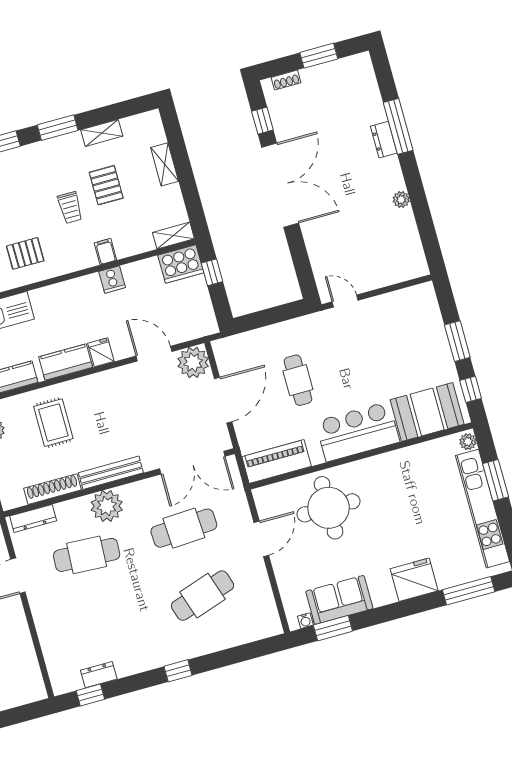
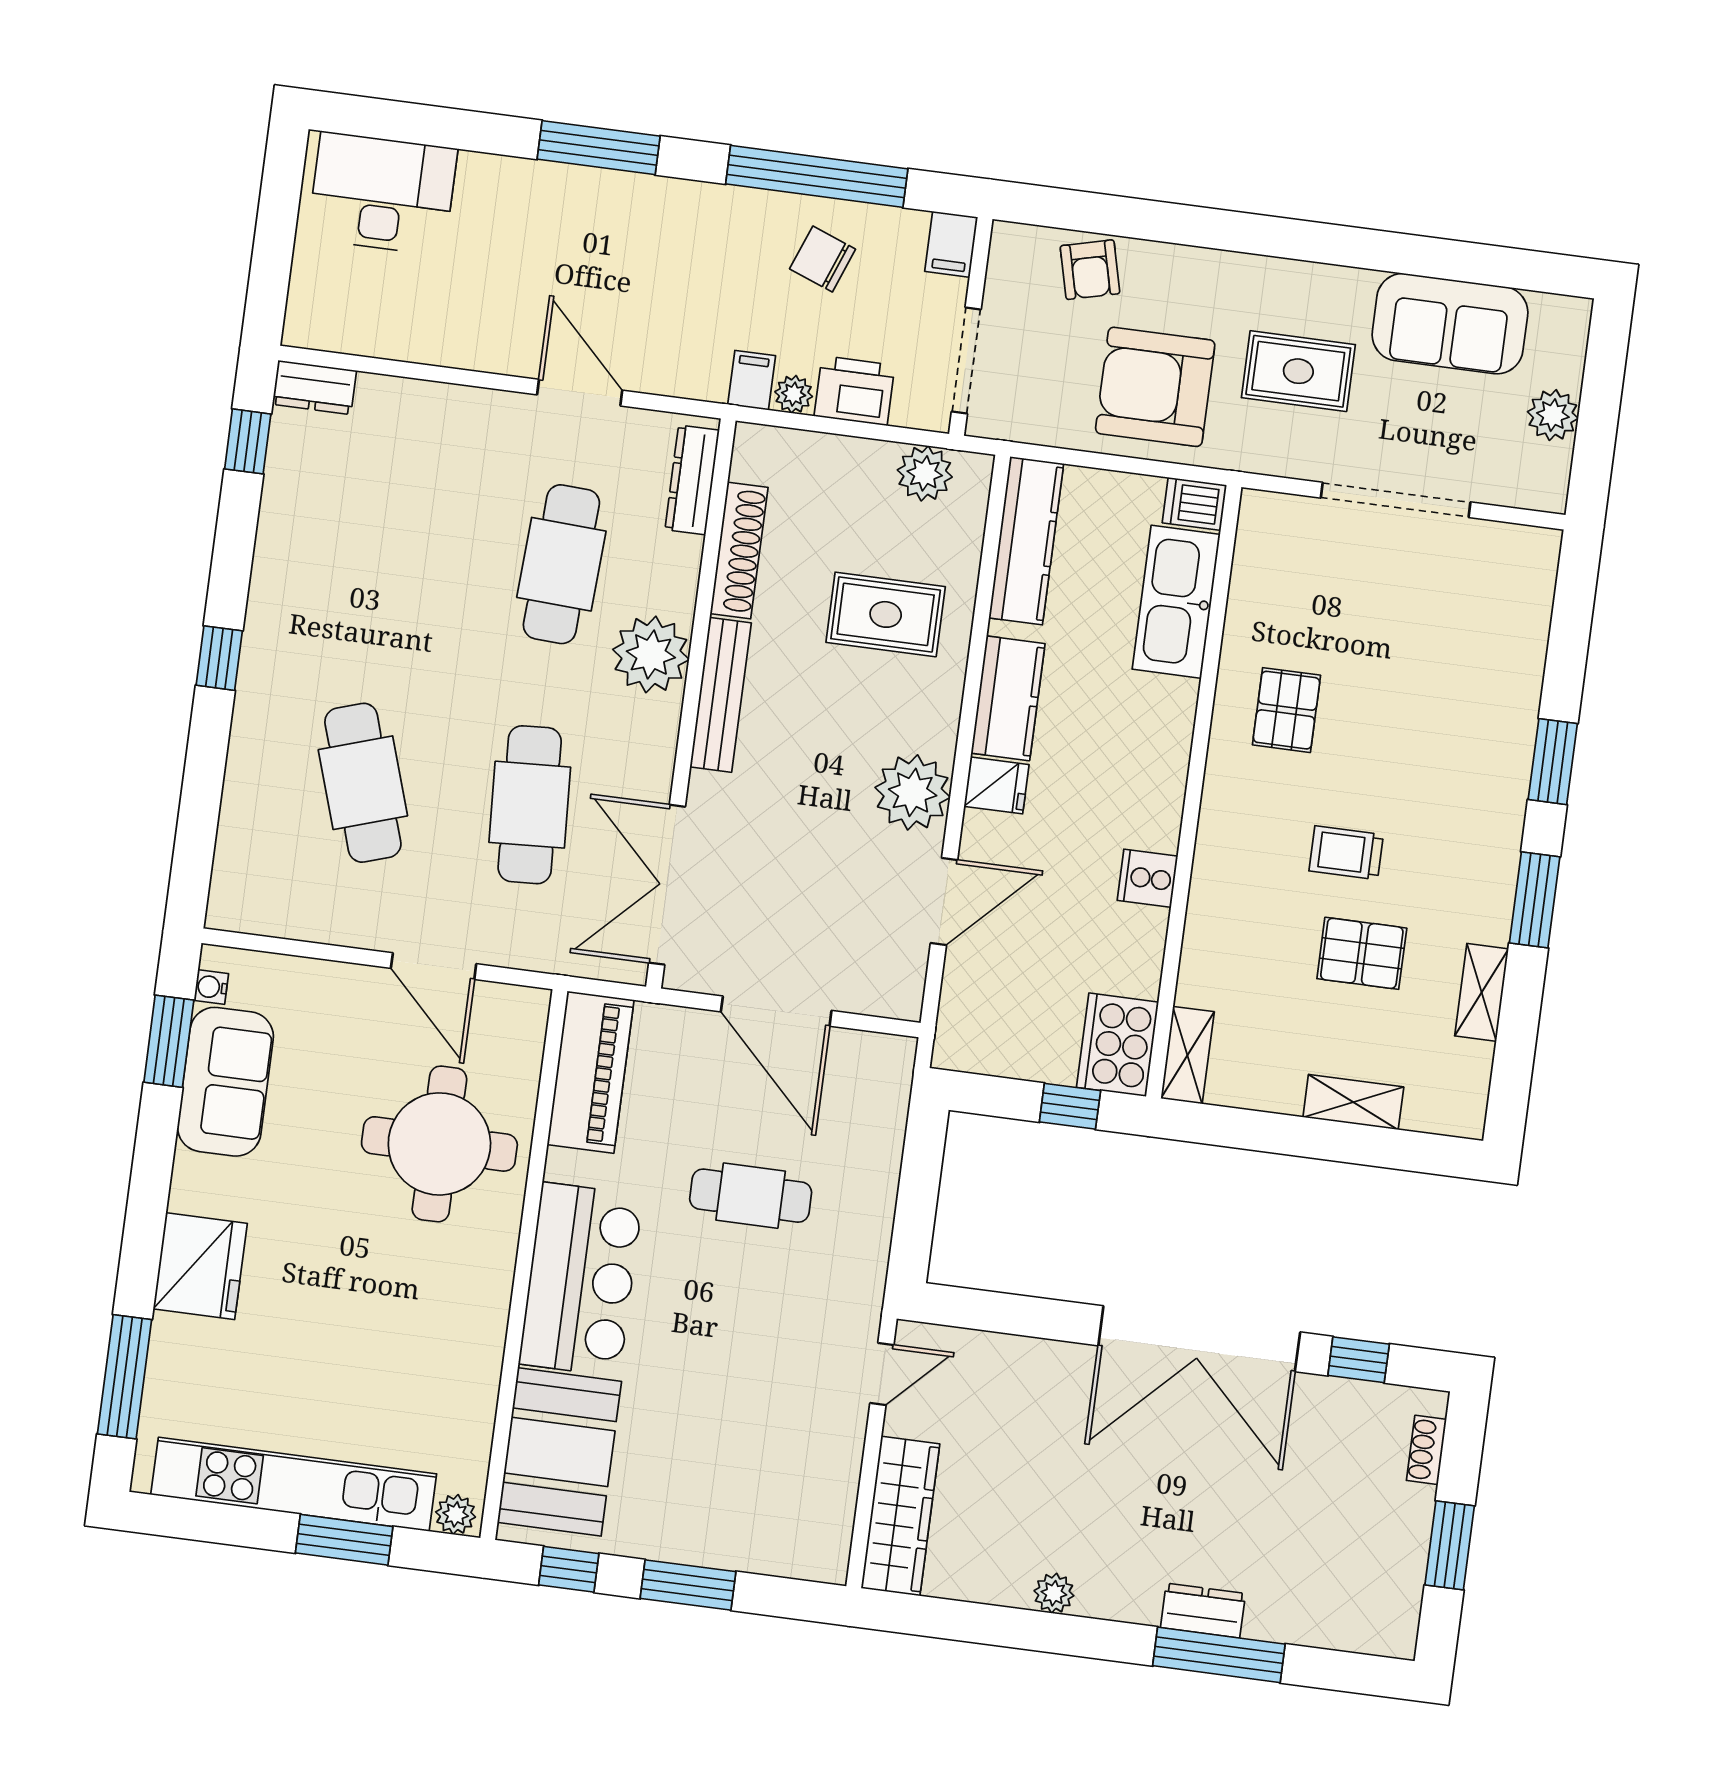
filing cabinet: (105, 251) -> (1216, 890), removed
wardrobe: (396, 271) -> (900, 1516), added
plant: (193, 362) -> (913, 792), moved
dresser: (99, 675) -> (314, 387), moved, turned 90

